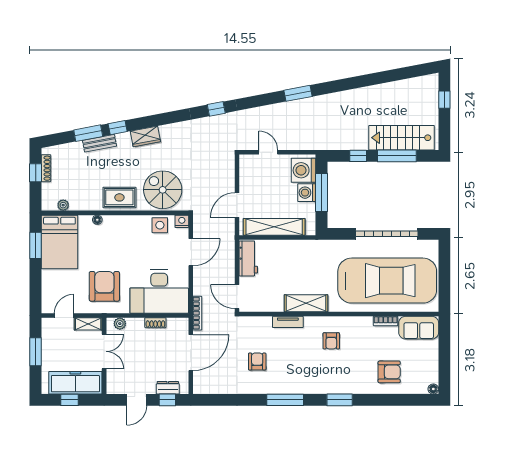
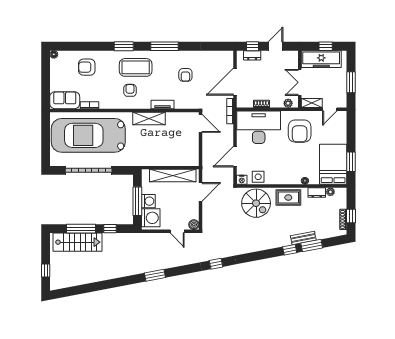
wardrobe: (145, 136) -> (269, 243), removed
boiler: (246, 161) -> (194, 225), added
dresser: (81, 204) -> (317, 192), added
workbench: (248, 258) -> (192, 152), removed
coffee table: (324, 372) -> (136, 67), added

